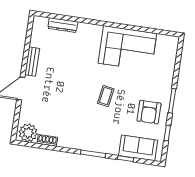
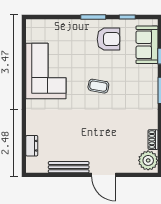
dresser: (63, 25) -> (32, 146), width x0.70
bench: (32, 62) -> (69, 167), width x1.36

